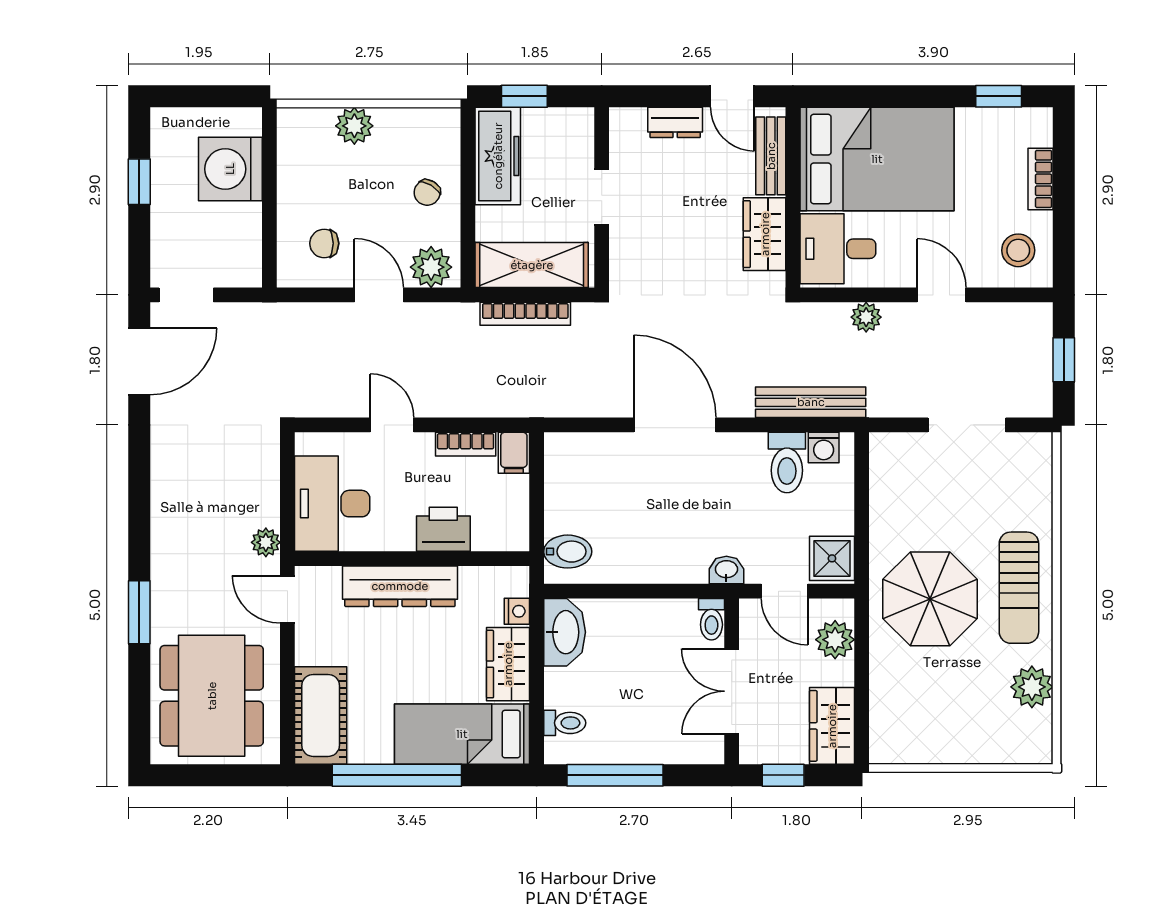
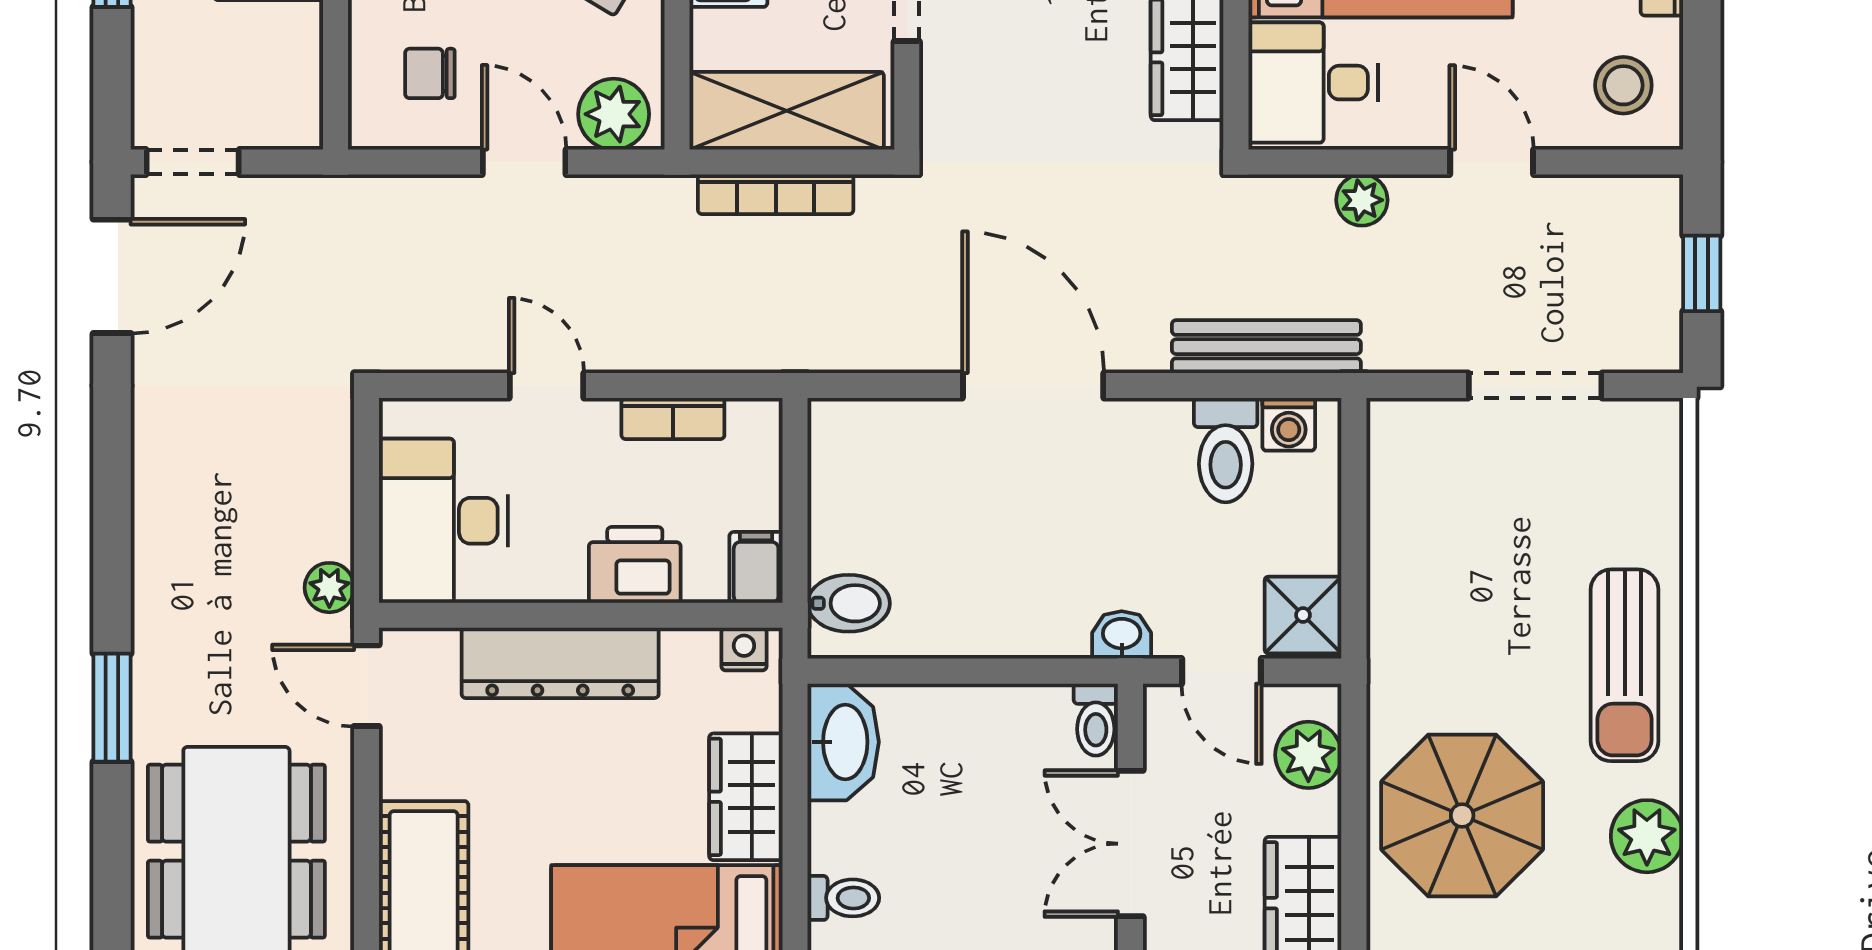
filing cabinet: (514, 453) -> (756, 567), moved, turned 180
parasol: (930, 599) -> (1462, 815), moved
nightstand: (517, 611) -> (744, 649), moved, turned -90

